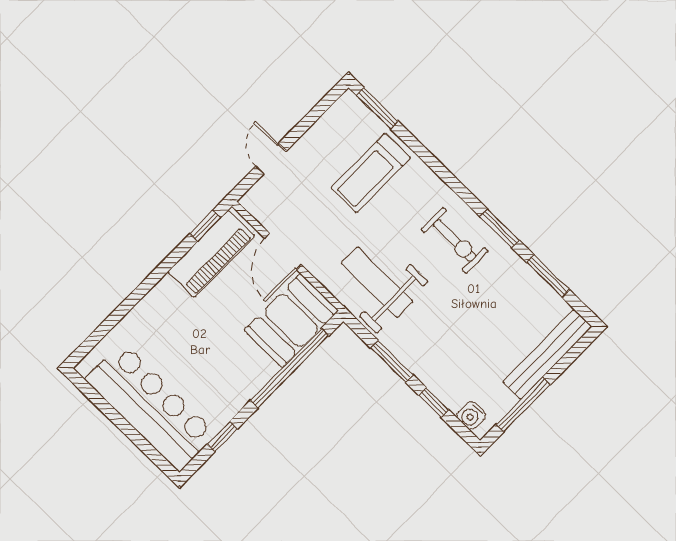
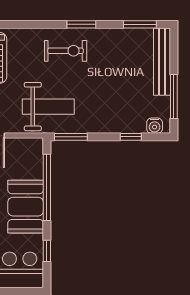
window: (548, 276) -> (140, 24), moved
weight bench: (377, 282) -> (48, 107), turned 180
booth: (291, 320) -> (26, 207), moved
window: (392, 361) -> (71, 137), moved

